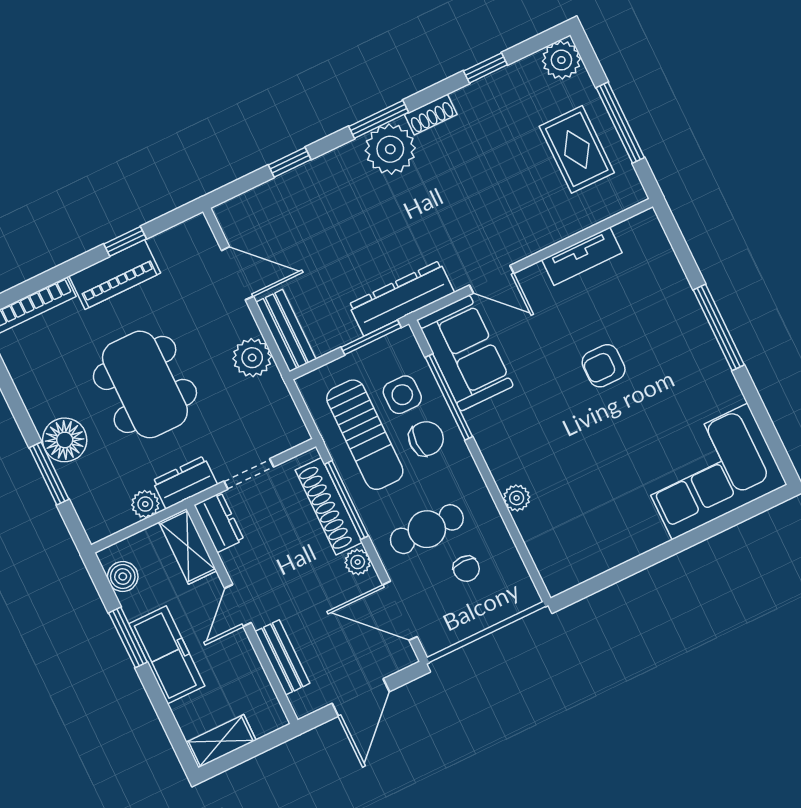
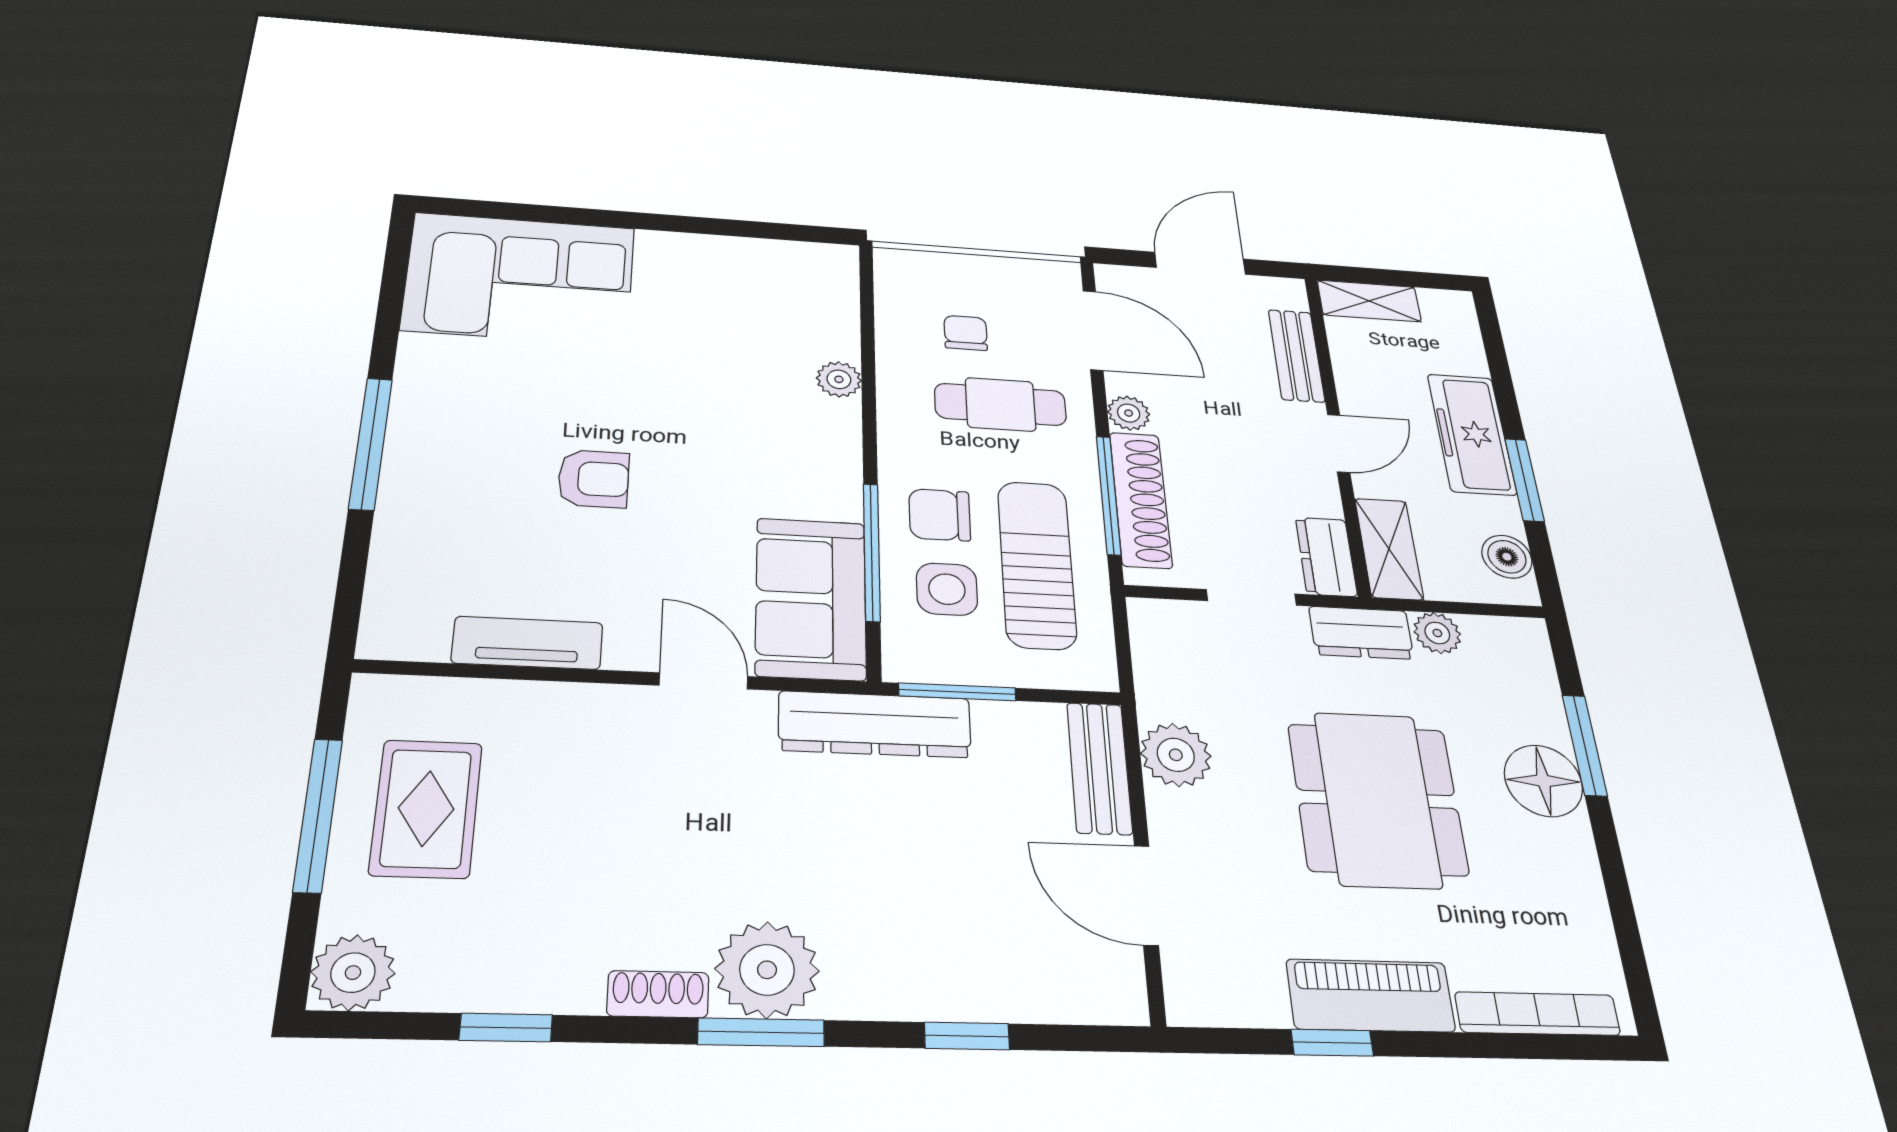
shelving: (221, 741) -> (1369, 301), moved

